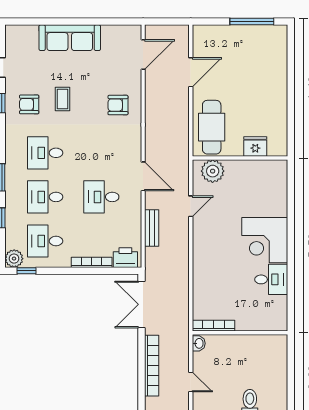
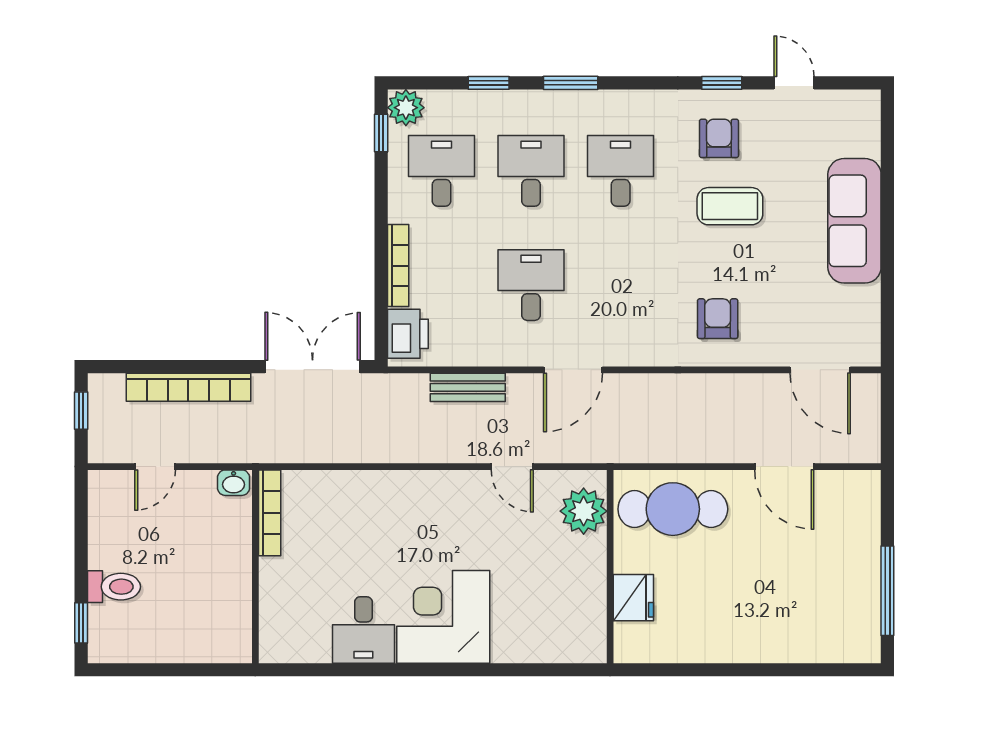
coffee table: (63, 99) -> (730, 206), width x1.36, depth x1.30

